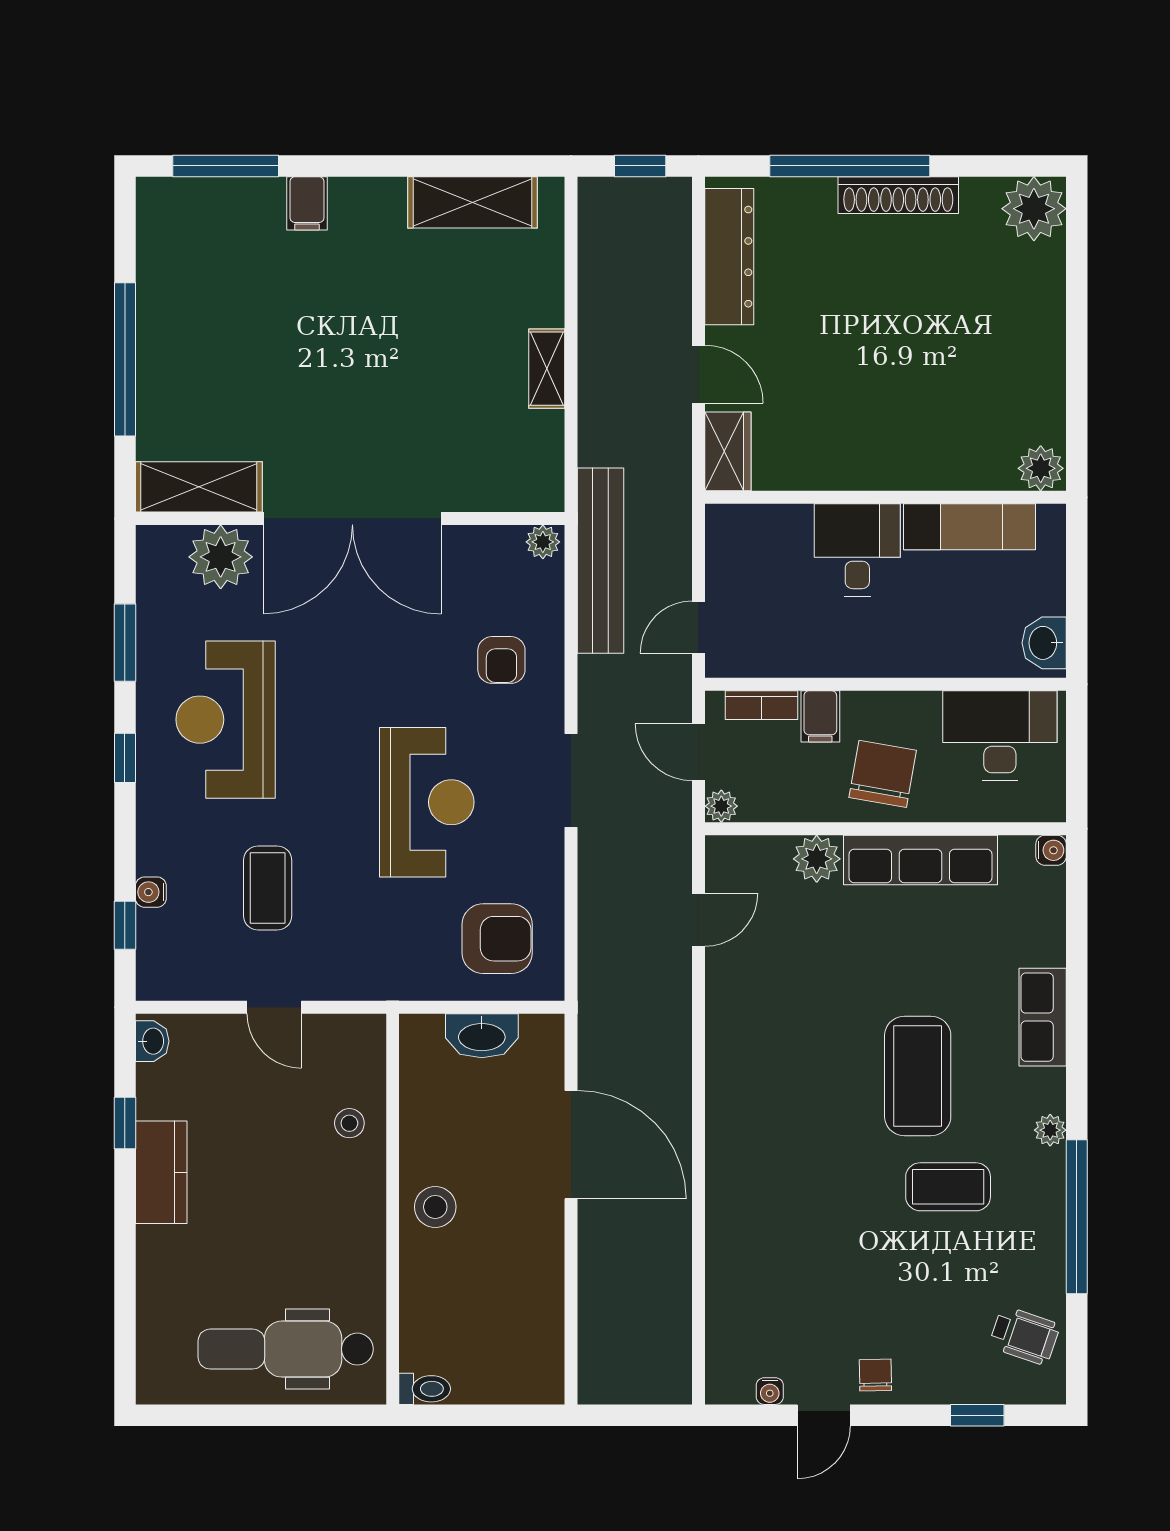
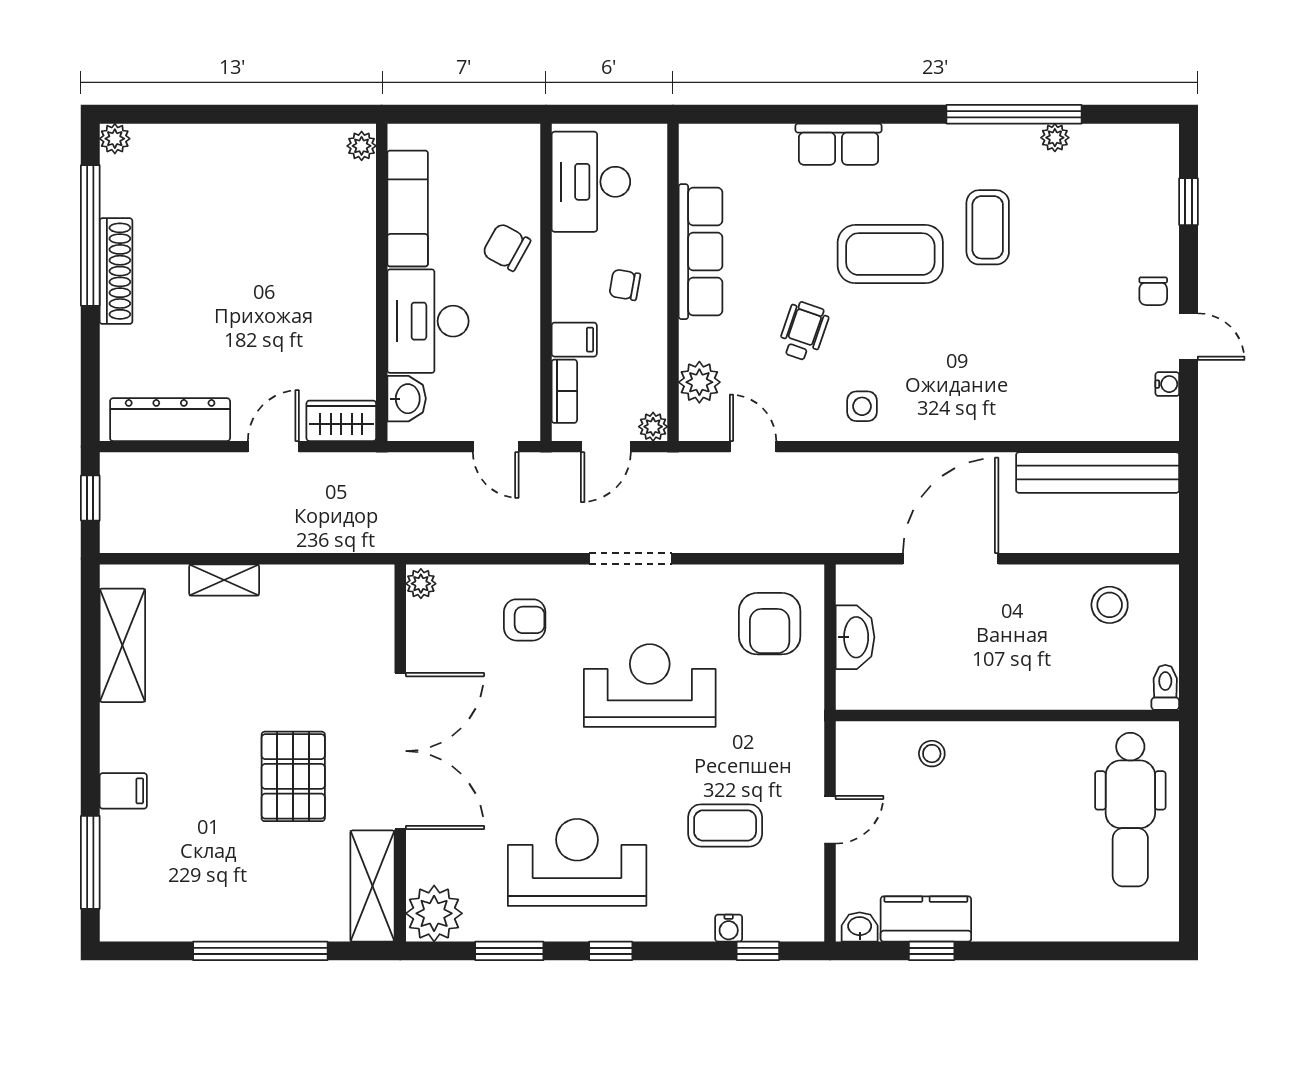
window: (850, 166) -> (90, 235), moved
plant: (1034, 209) -> (115, 139), width x0.53, depth x0.53
shelving: (547, 369) -> (224, 580), moved
pallet: (323, 397) -> (293, 776), added
plant: (1041, 468) -> (362, 146), width x0.73, depth x0.73
desk: (857, 550) -> (428, 321), width x1.37
plant: (221, 557) -> (434, 913), moved
bench: (601, 561) -> (1098, 473), moved
chair: (926, 639) -> (506, 247), added
washbasin: (1044, 643) -> (407, 399), moved, turned -90
reception desk: (226, 720) -> (577, 862), turned 180
chair: (883, 774) -> (625, 285), width x0.54, depth x0.54
water cooler: (1051, 850) -> (692, 137), removed
plant: (817, 859) -> (699, 382), moved
armchair: (497, 939) -> (770, 624), turned 180
side table: (744, 1044) -> (862, 406), added
plant: (1050, 1130) -> (1055, 138), moved
kitchen counter: (161, 1172) -> (926, 919), moved
stool: (435, 1207) -> (1110, 605), moved
wheelchair: (1024, 1336) -> (803, 331), moved
chair: (875, 1375) -> (1153, 291), turned -89

